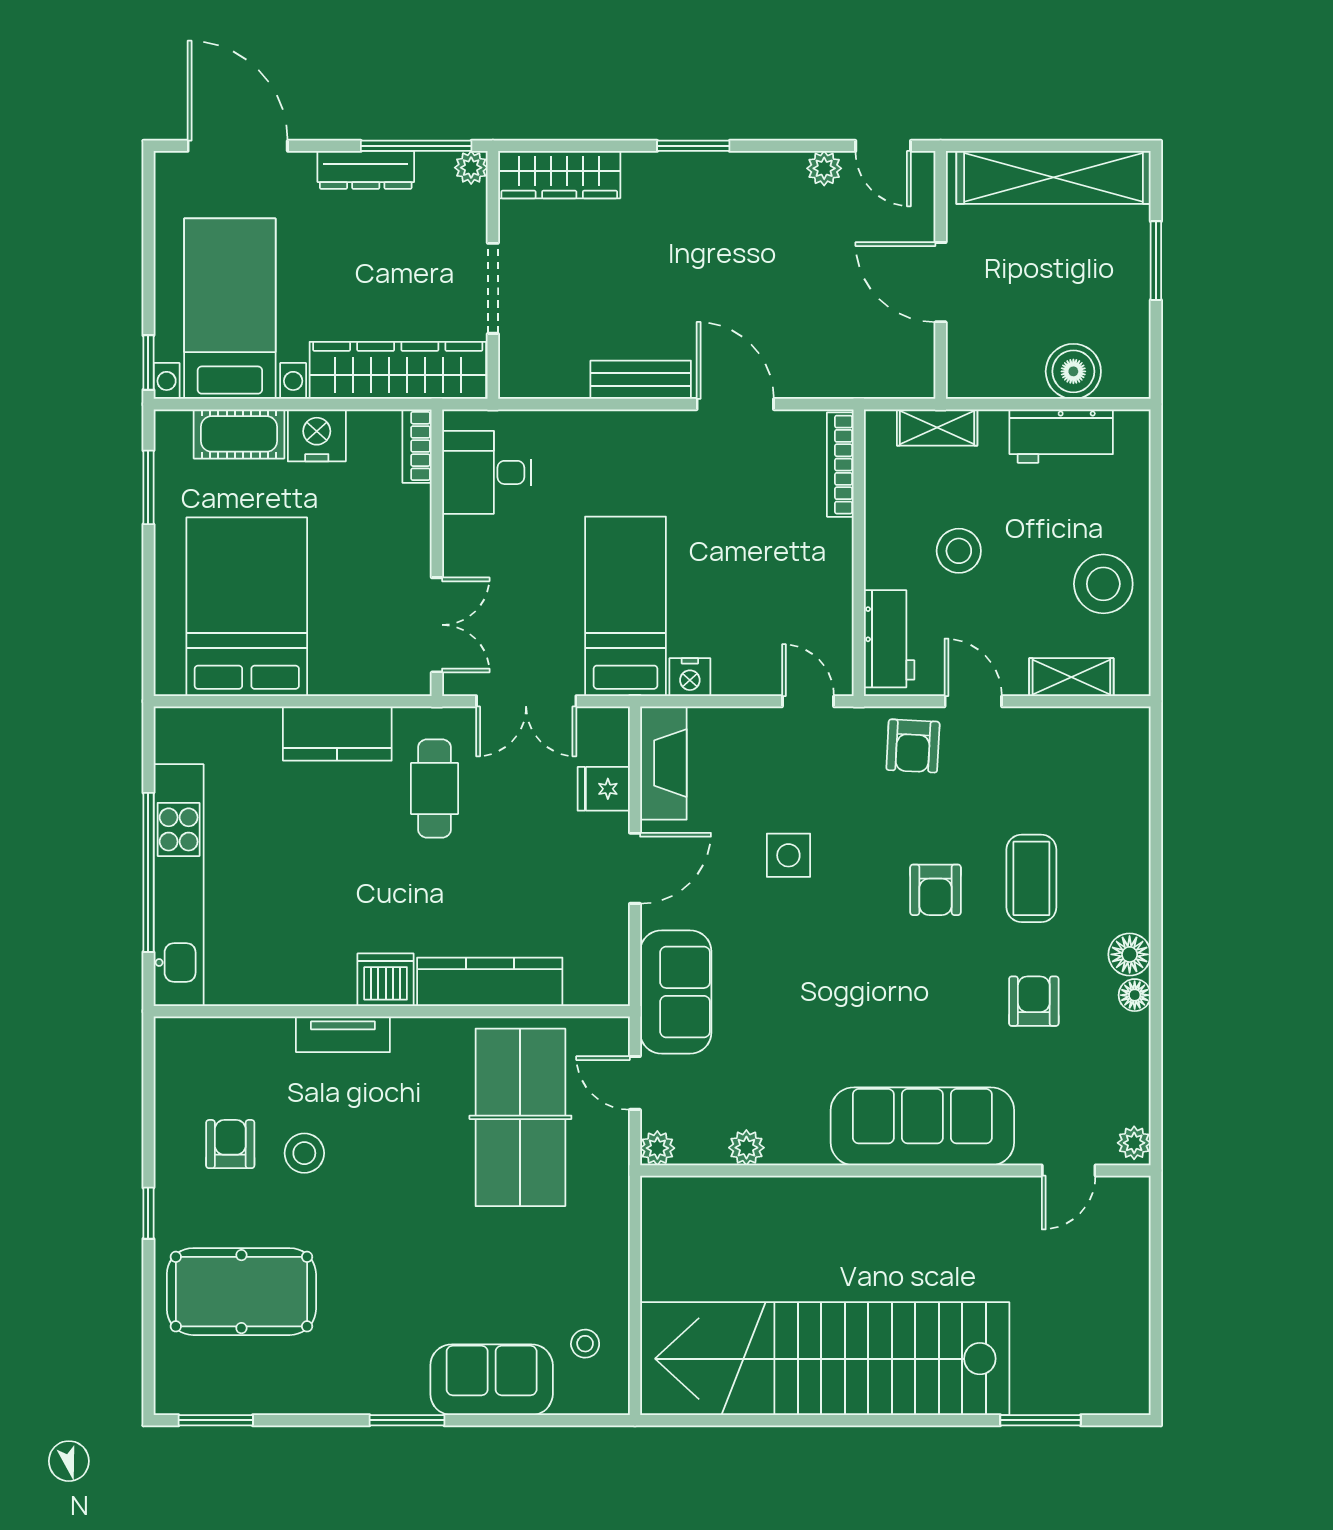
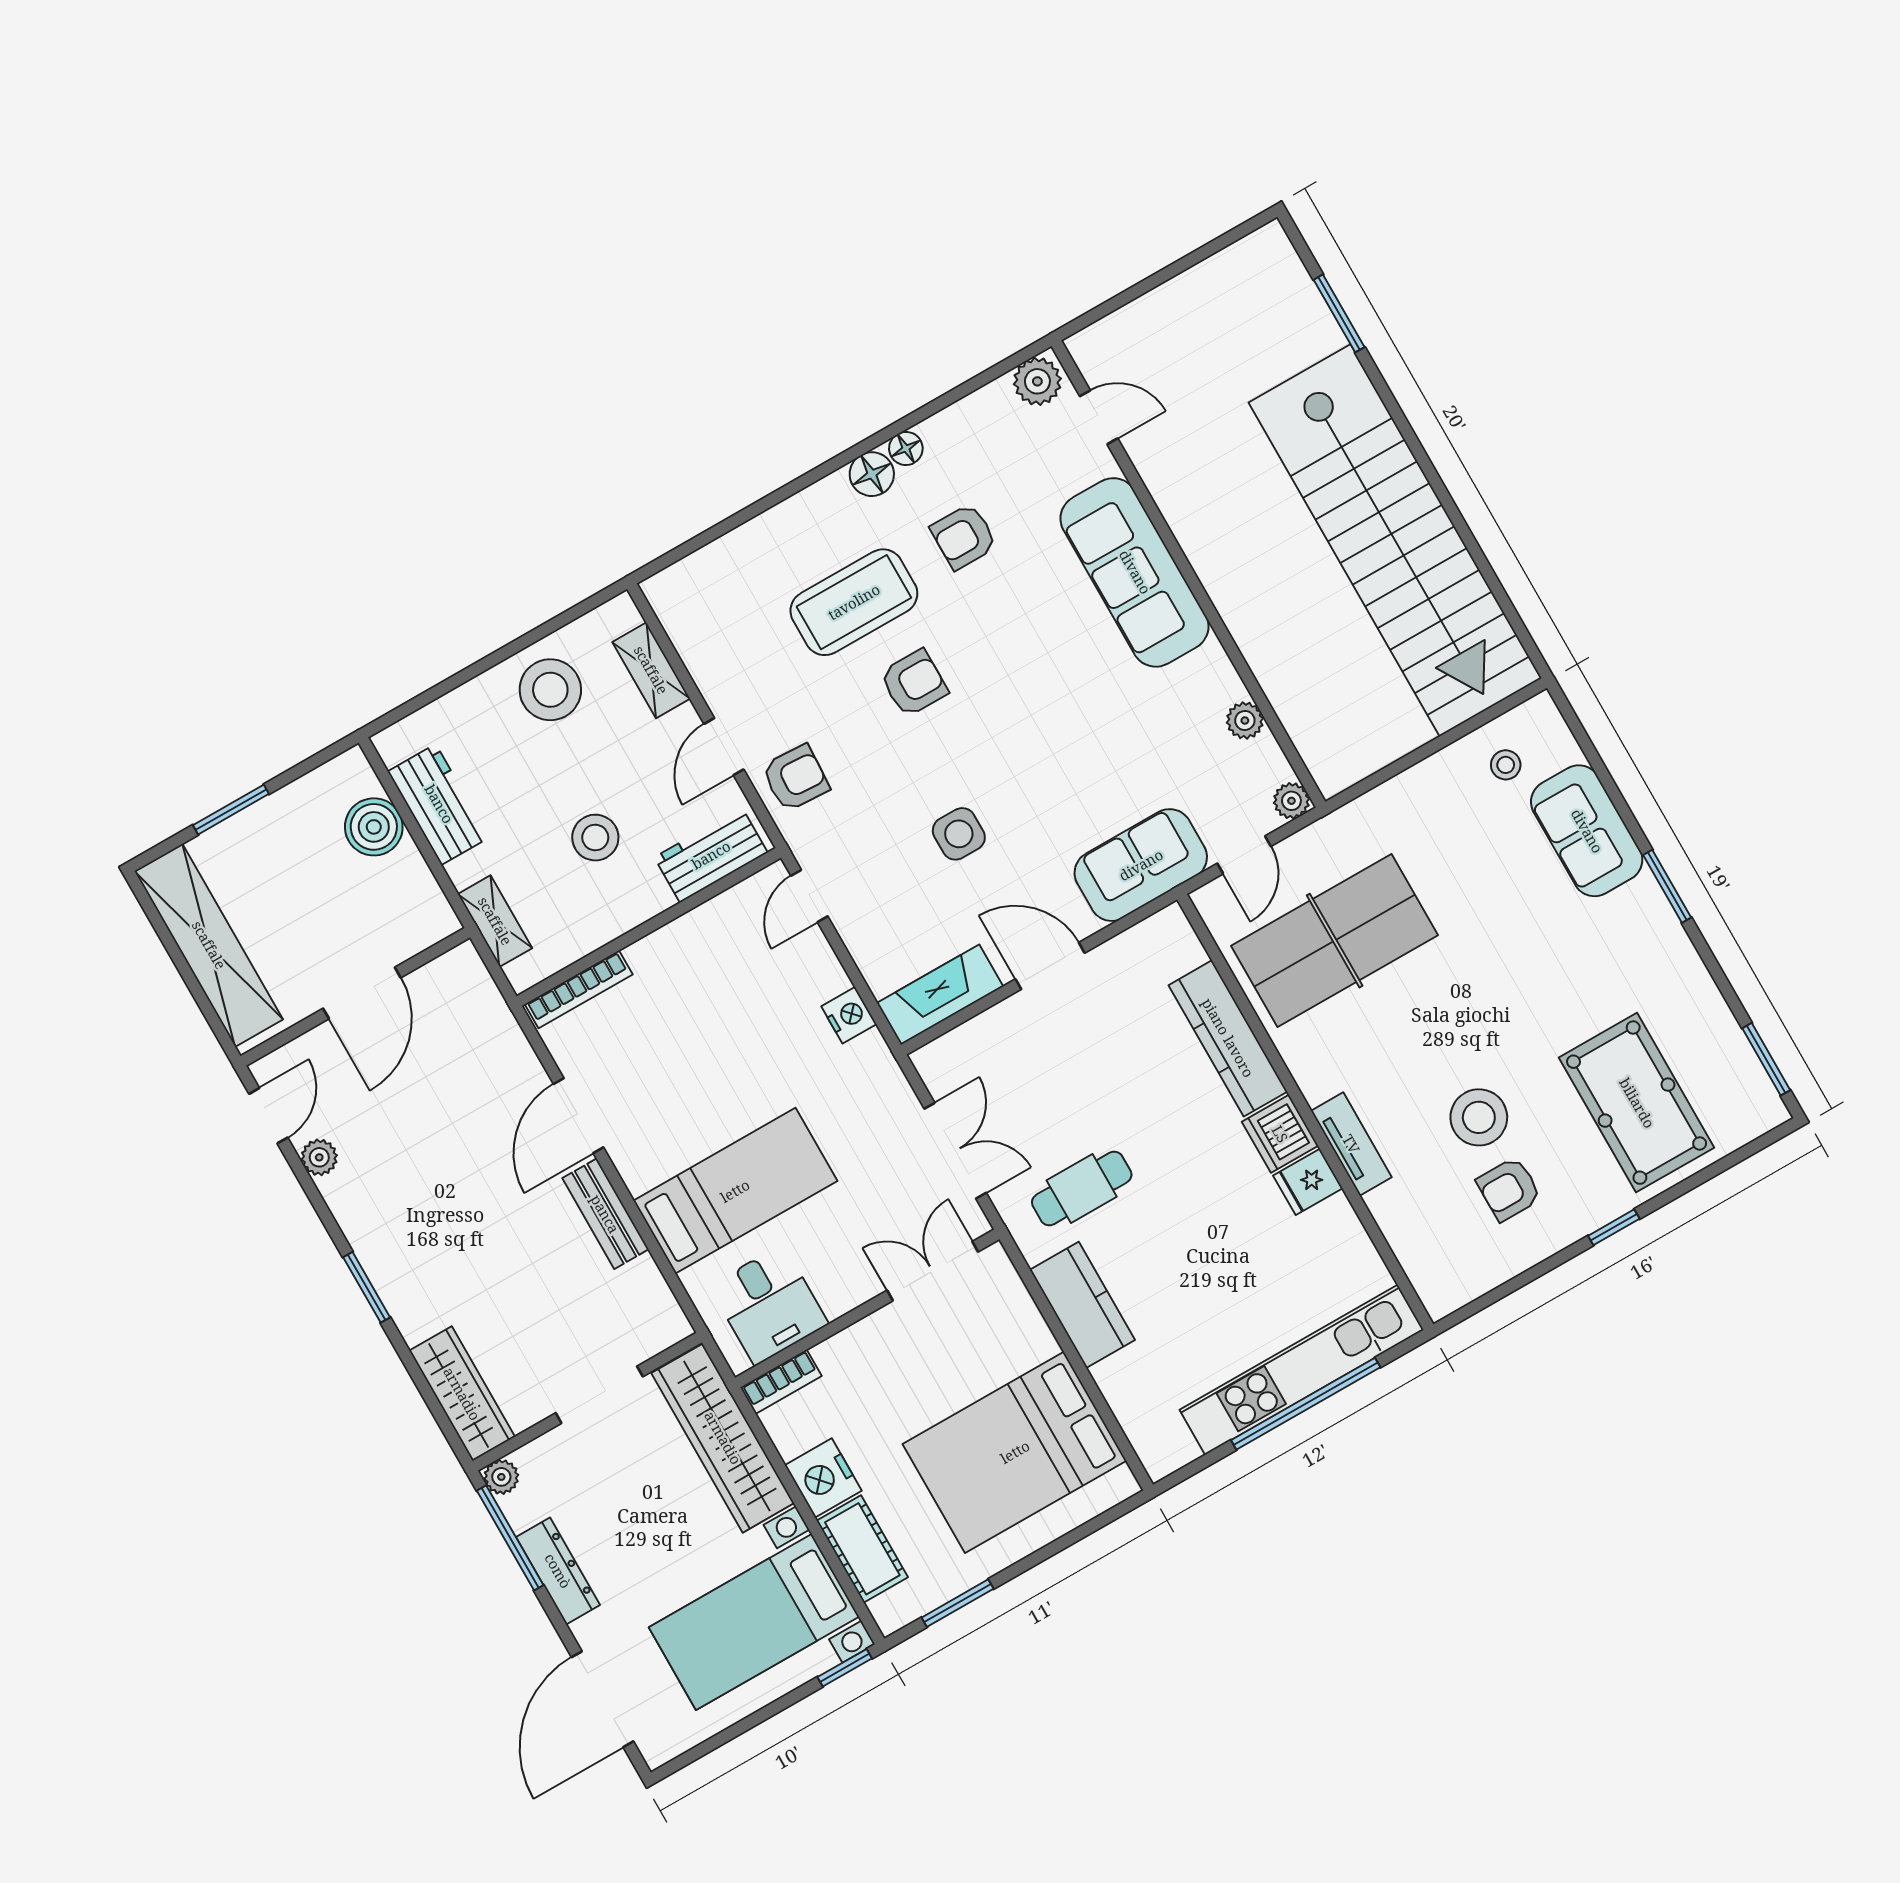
bed: (625, 606) -> (735, 1191), moved, turned 180
fridge: (604, 789) -> (1308, 1182), moved, turned 90
coffee table: (1031, 878) -> (854, 602), width x1.36, depth x1.32
plant: (1134, 1143) -> (1037, 381), width x1.38, depth x1.38
stool: (304, 1153) -> (1479, 1117), width x1.38, depth x1.38

